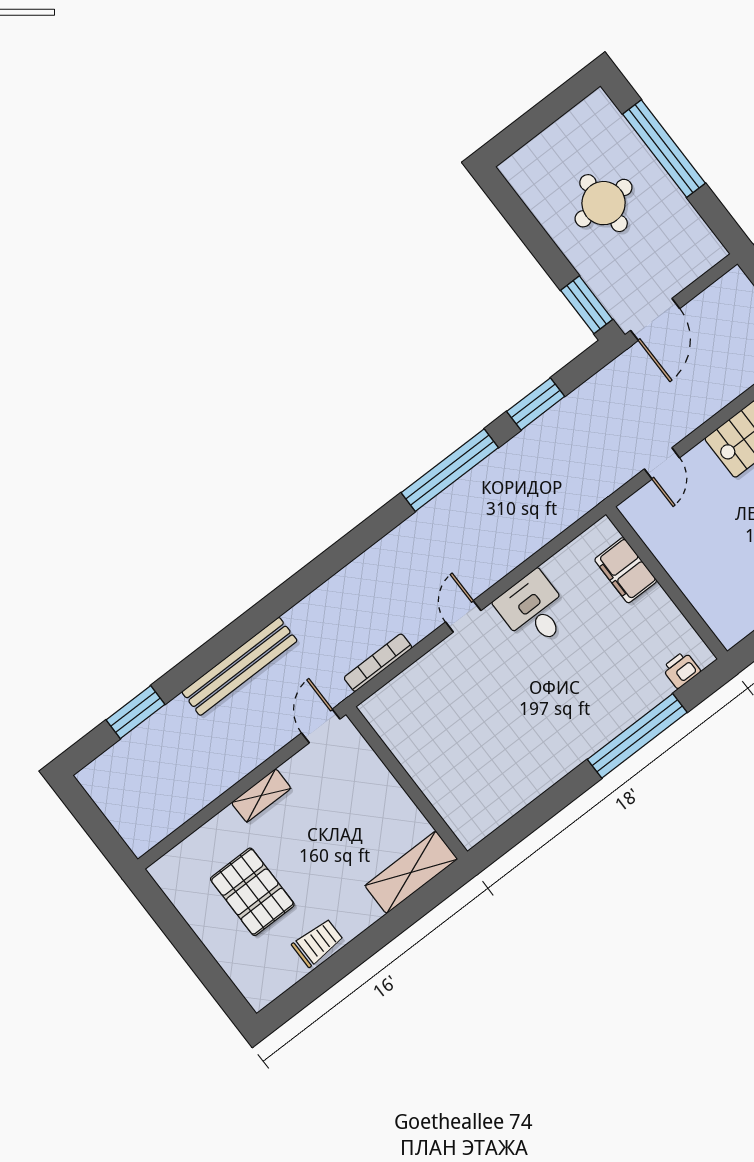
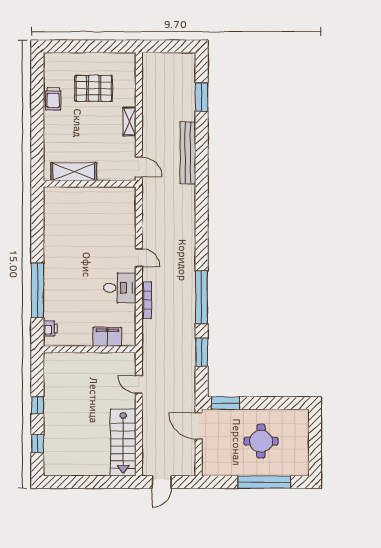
bookcase: (378, 663) -> (147, 300), moved
shelving: (411, 872) -> (74, 172), moved, turned 90

